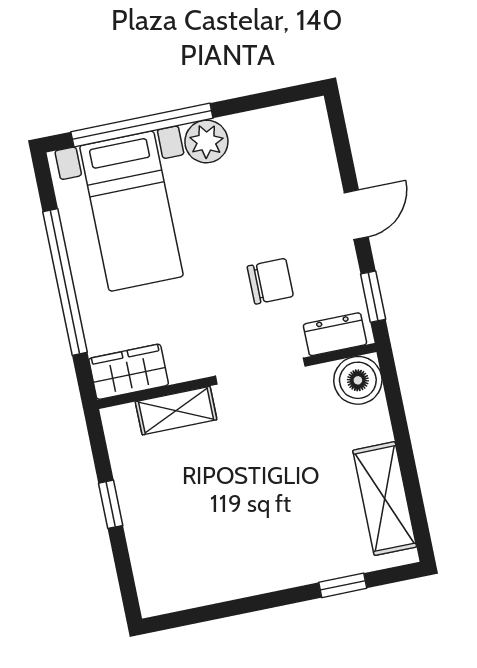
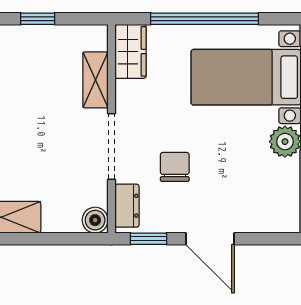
door: (356, 215) -> (210, 239), width x1.38
chair: (270, 281) -> (175, 167), turned 180
boiler: (358, 380) -> (95, 220), width x0.73, depth x0.73

